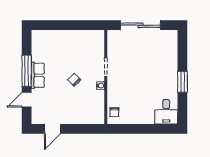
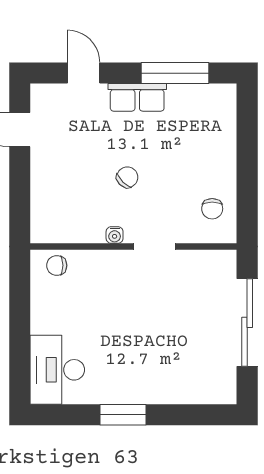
chair: (89, 41) -> (212, 209), added
window: (27, 71) -> (175, 73), moved
desk: (166, 112) -> (57, 370), width x1.37

